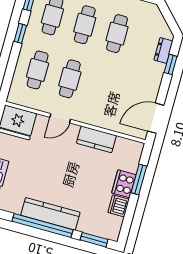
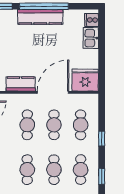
window: (20, 33) -> (102, 139), moved
cafe table: (102, 88) -> (27, 125), added
door: (60, 118) -> (53, 92), width x1.88

